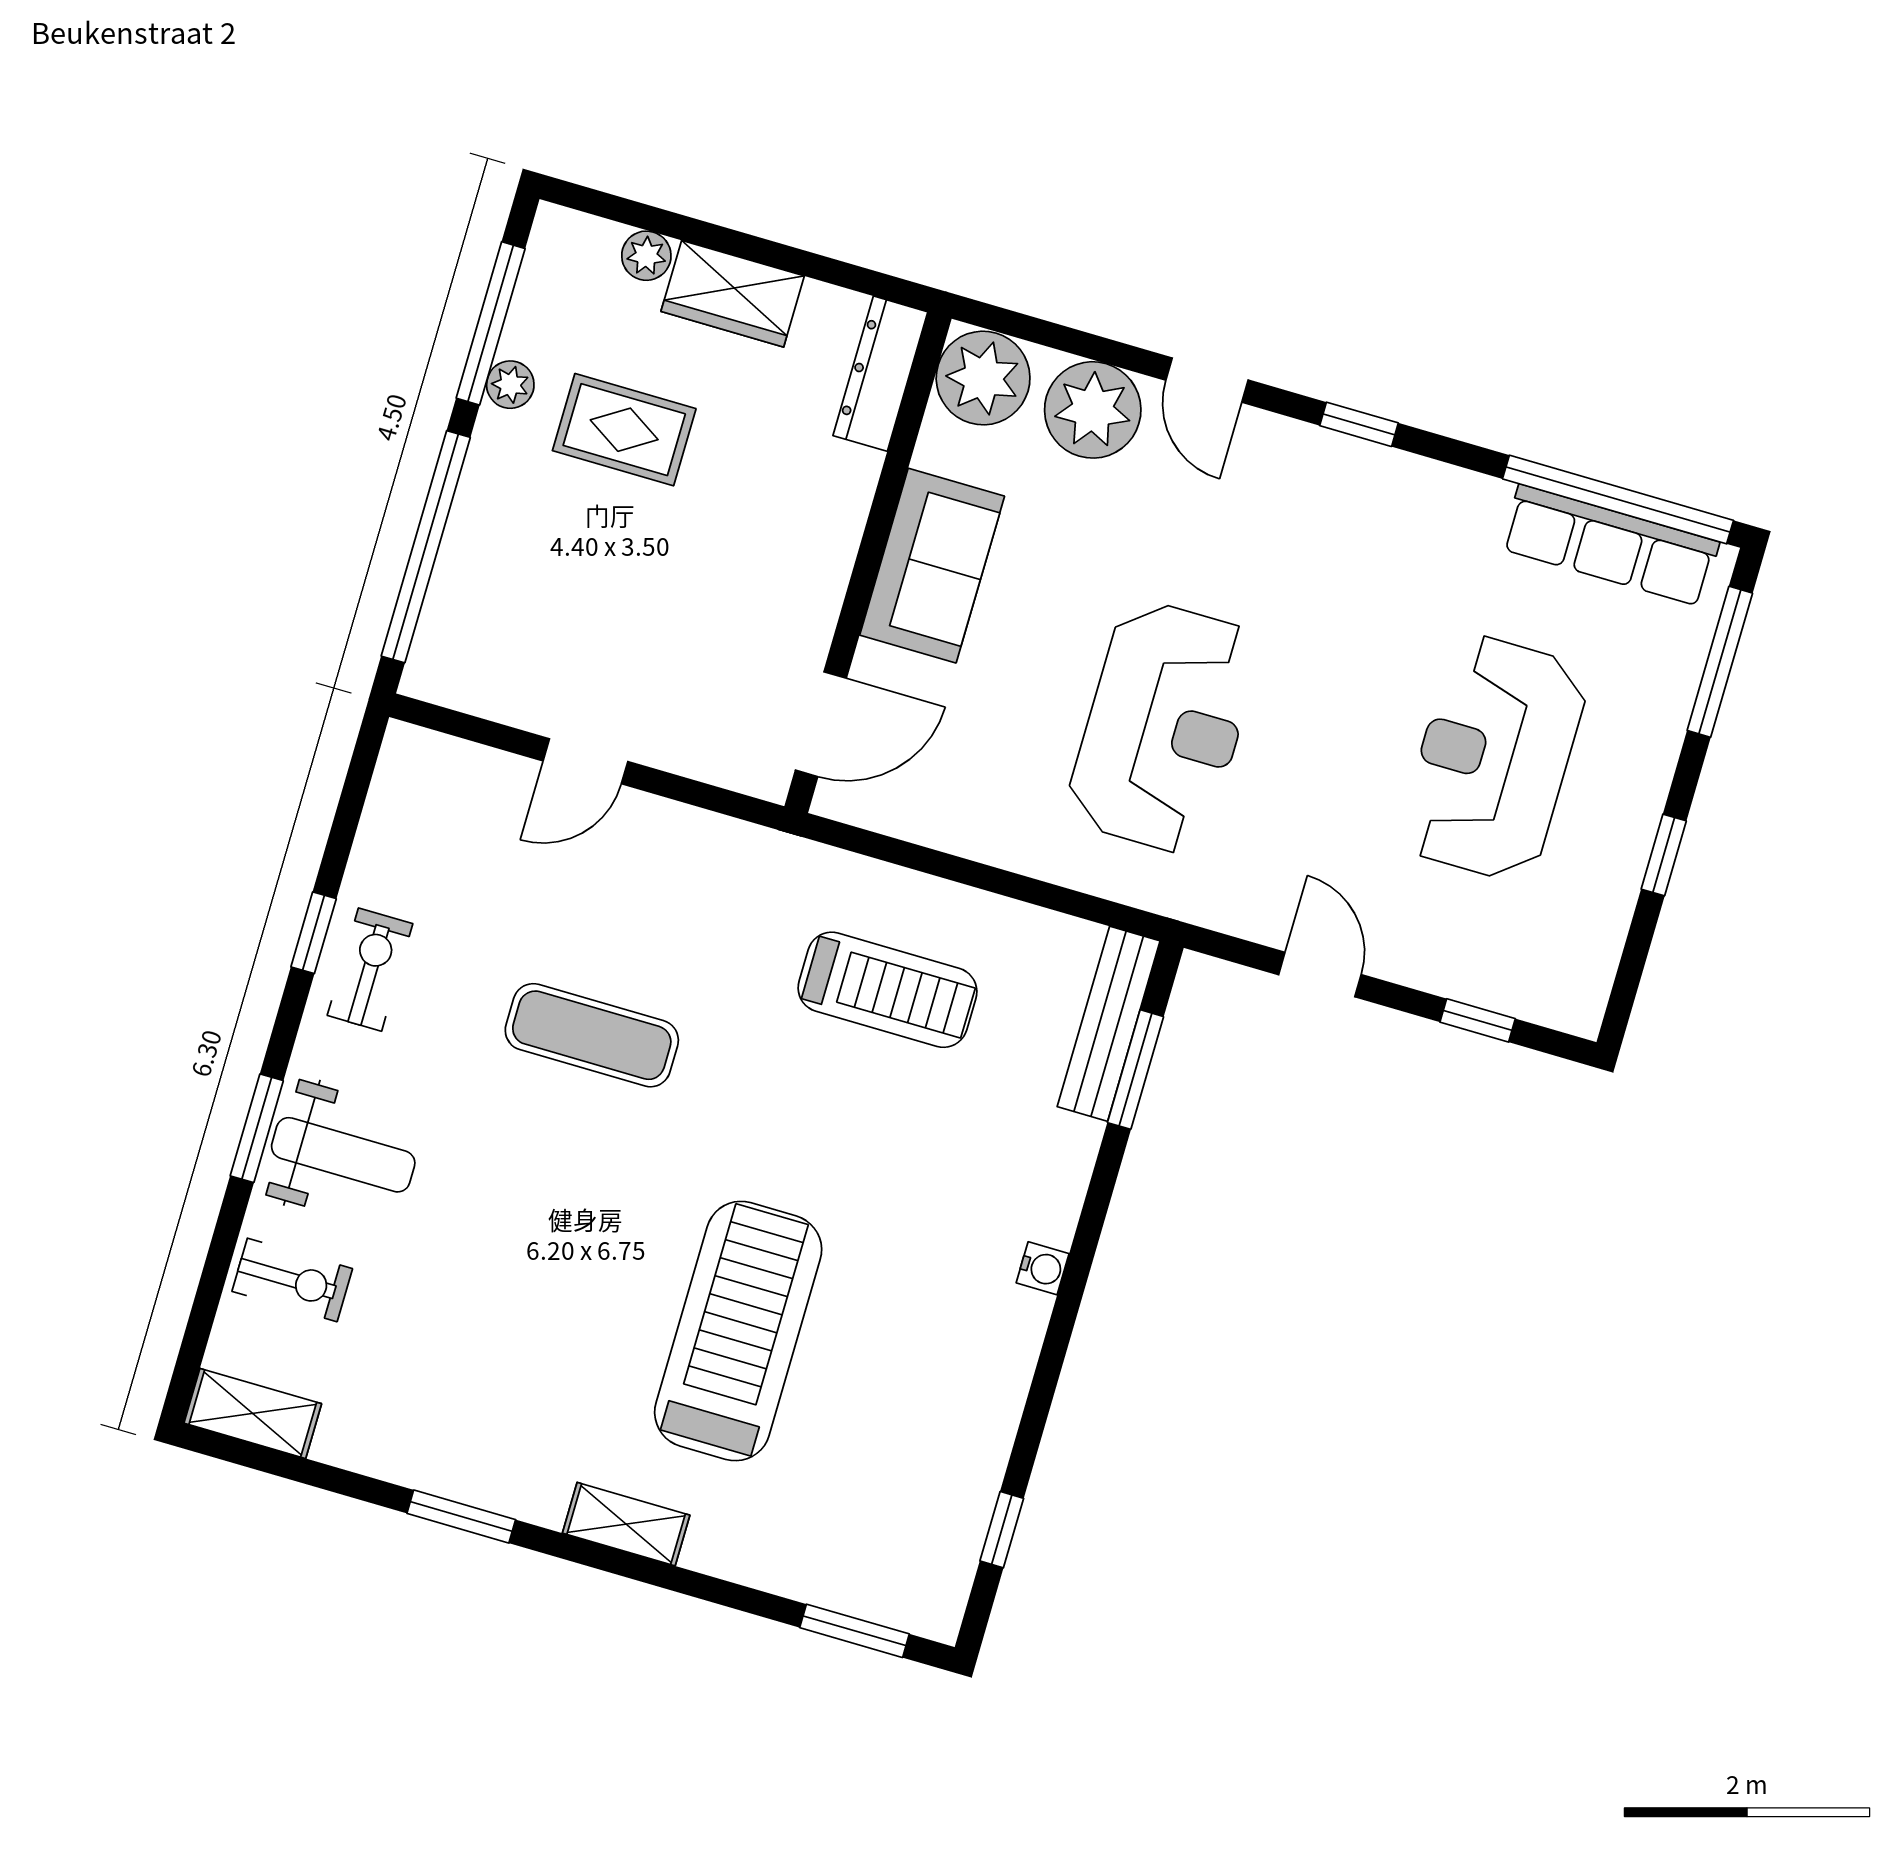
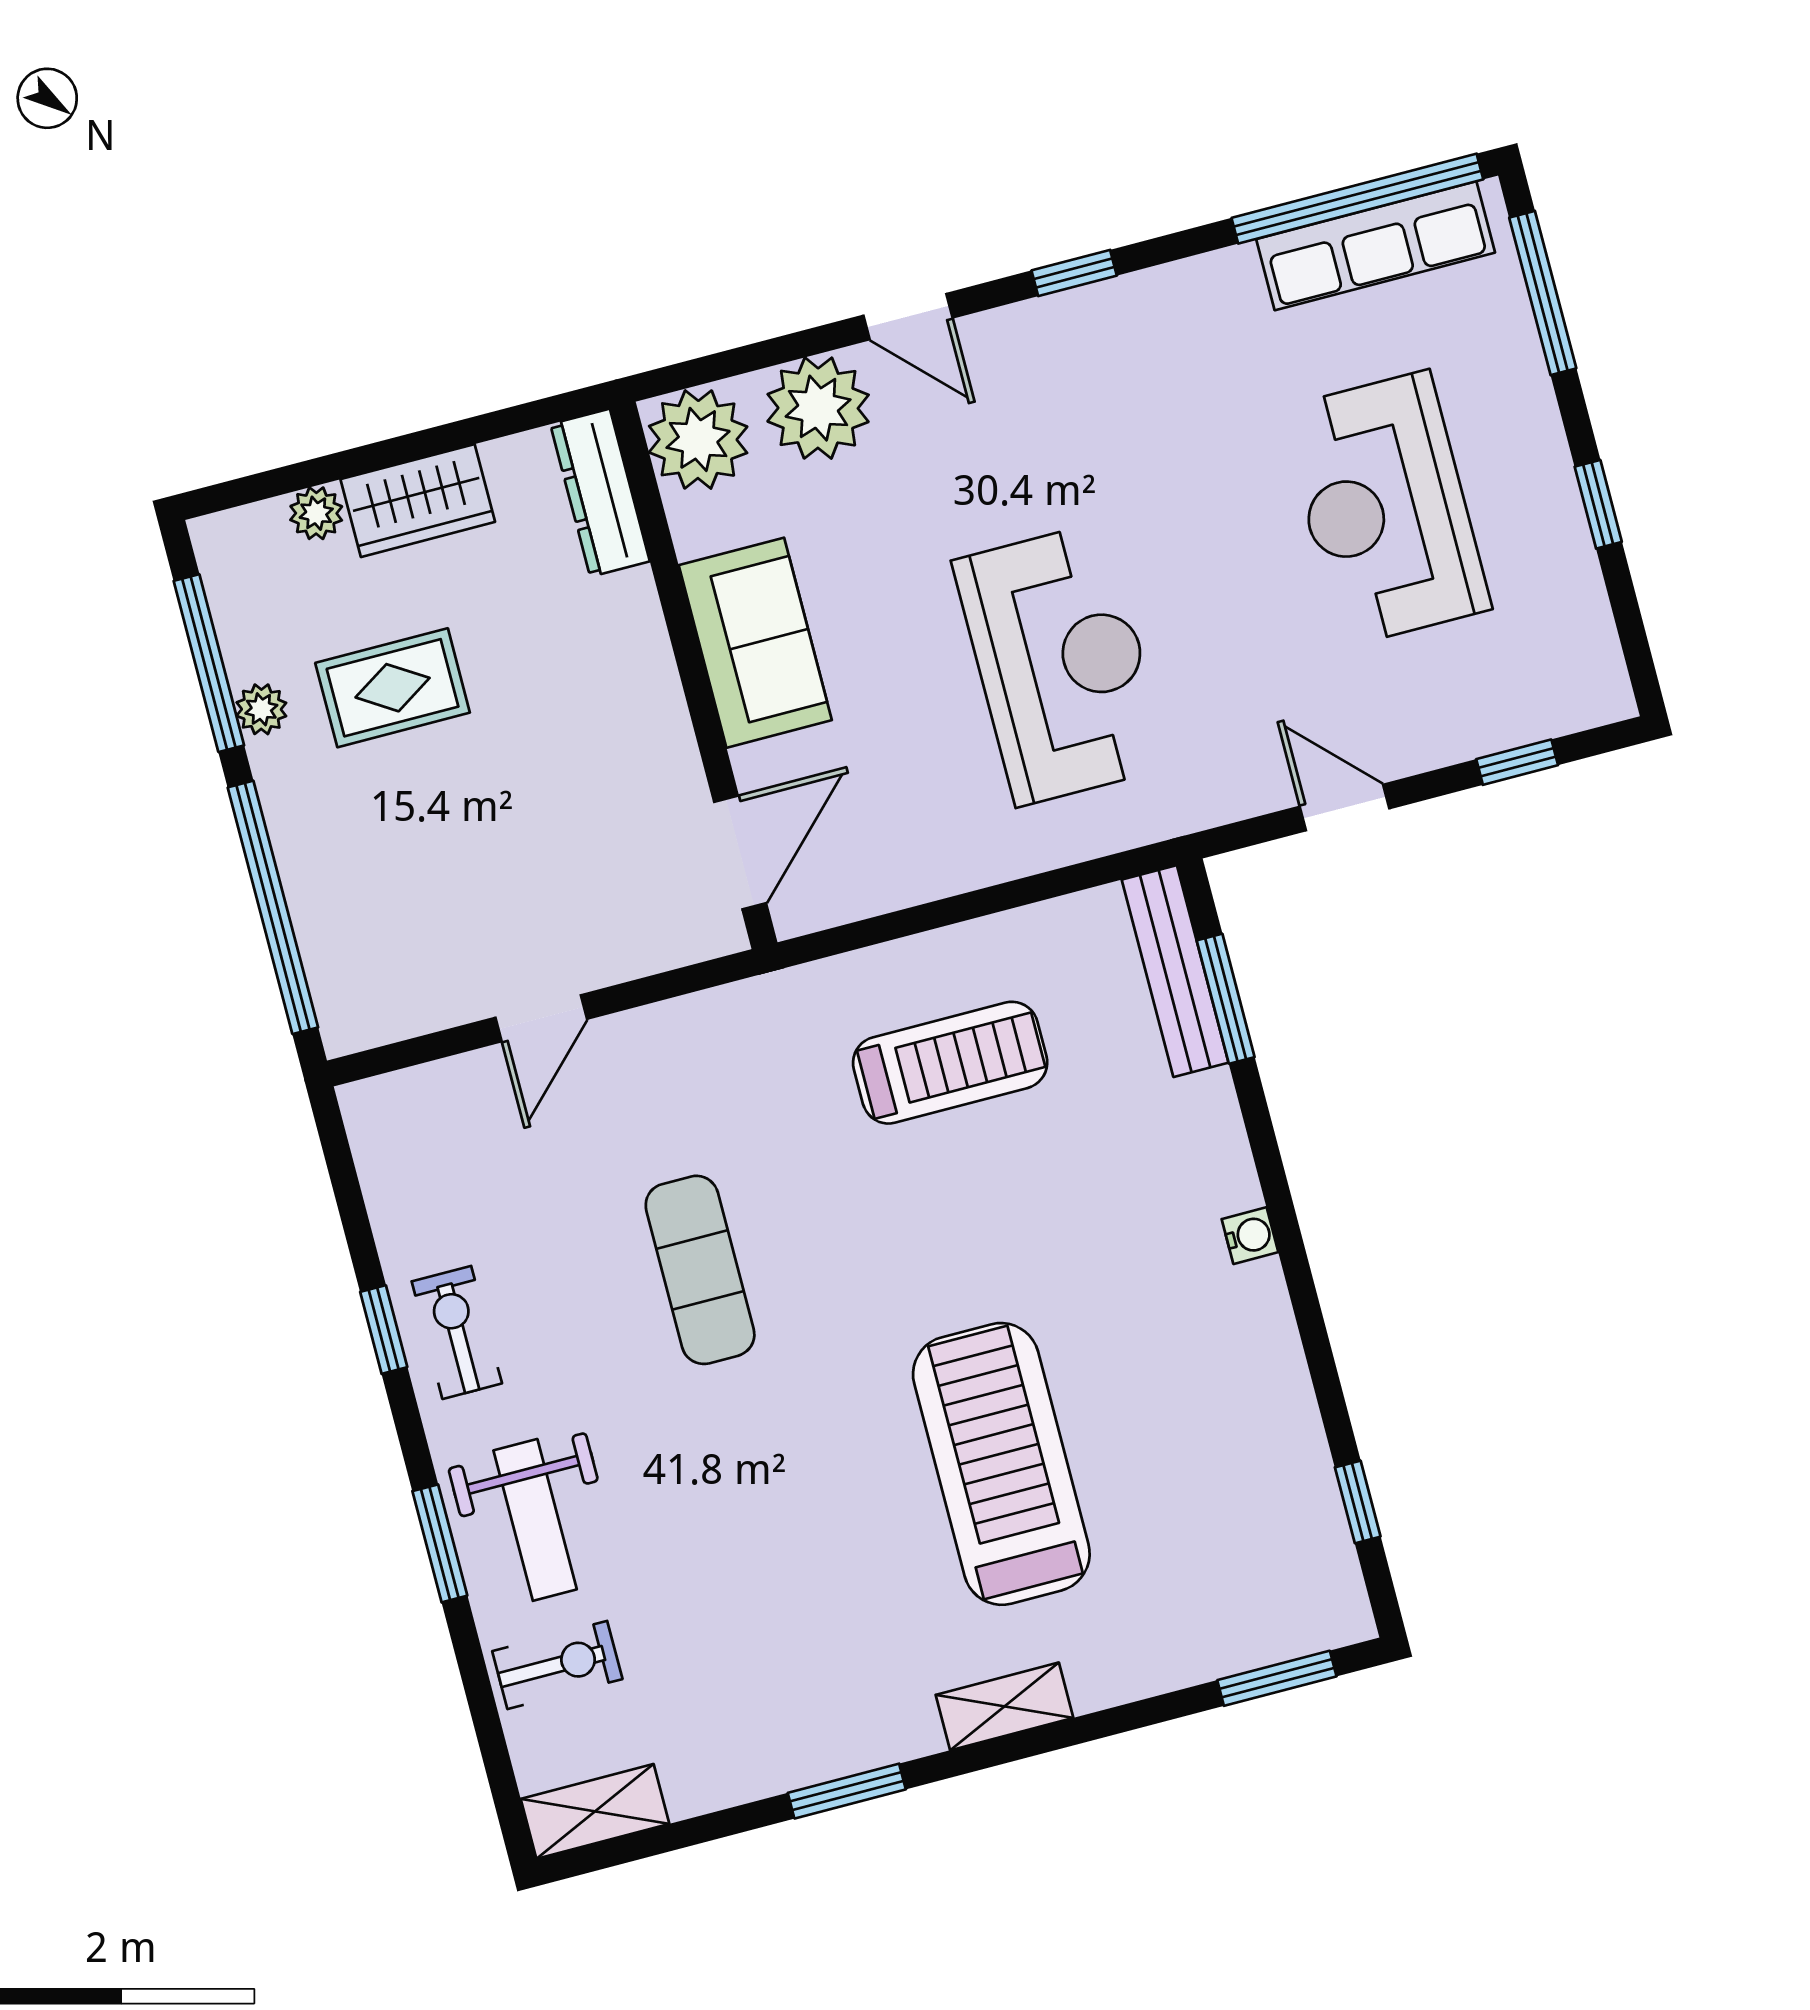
exercise mat: (592, 1035) -> (700, 1270), turned 90
weight bench: (343, 1155) -> (535, 1520), turned 90

